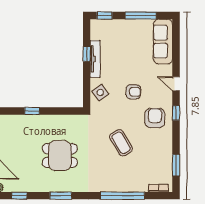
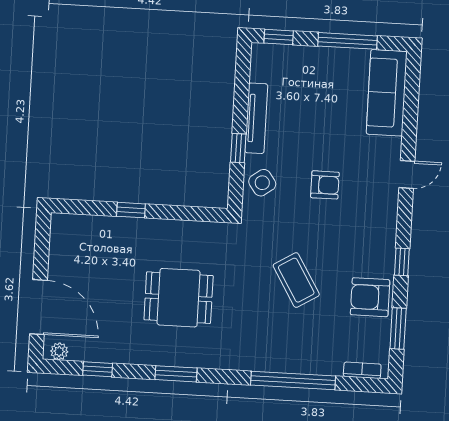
window: (87, 54) -> (238, 148), moved
door: (176, 84) -> (407, 174), swing flipped
window: (176, 113) -> (402, 262), moved
armchair: (155, 118) -> (370, 297), moved, turned -90

